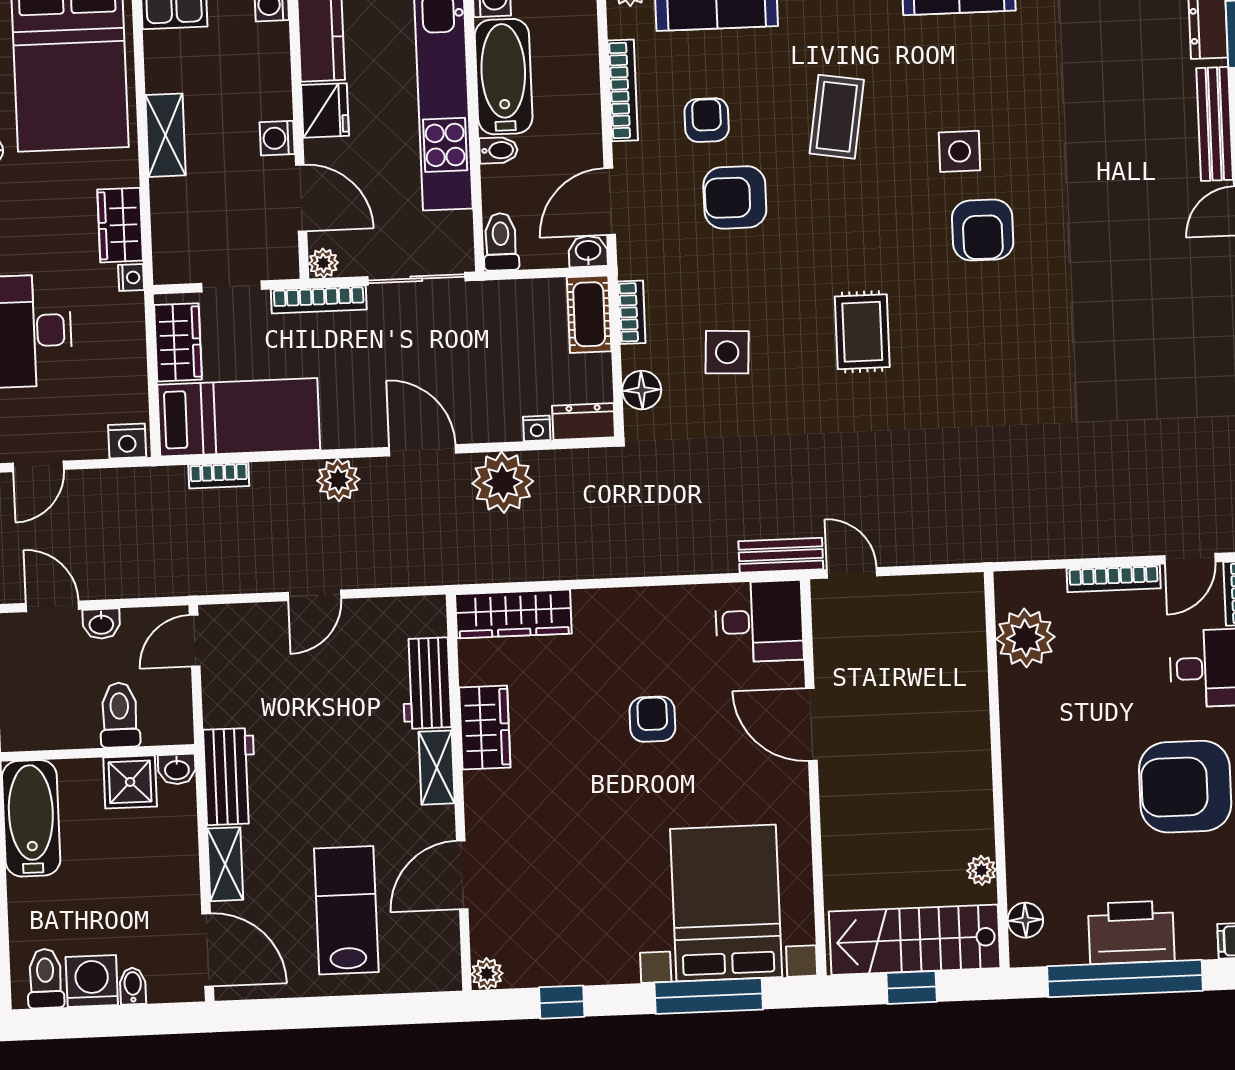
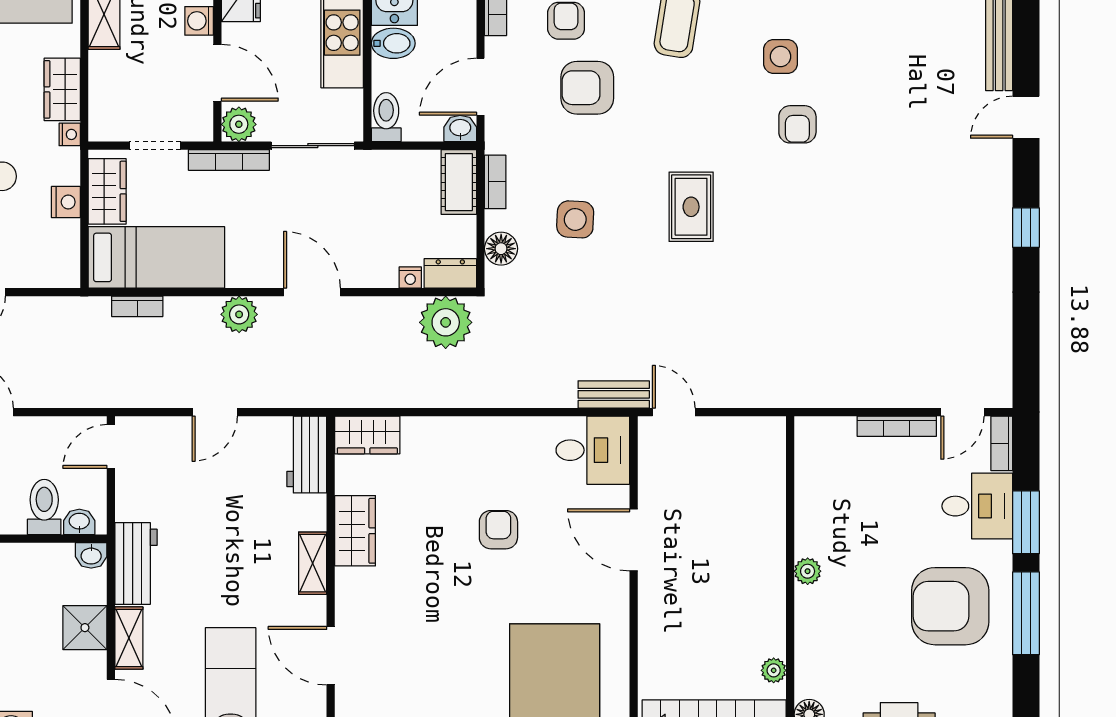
bidet: (498, 150) -> (393, 43), width x1.38, depth x1.36
armchair: (983, 230) -> (797, 124), width x0.72, depth x0.72
plant: (323, 263) -> (239, 124), width x1.38, depth x1.38
nightstand: (127, 441) -> (66, 202), moved, turned -90
plant: (503, 482) -> (446, 322), moved
wardrobe: (513, 614) -> (367, 435), width x0.67
washbasin: (101, 624) -> (79, 522), moved, turned 180
plant: (1025, 638) -> (808, 571), moved, width x0.53, depth x0.53
workbench: (426, 683) -> (307, 454), moved
shower: (130, 782) -> (85, 628), moved
door: (462, 875) -> (331, 656), hinge flipped

